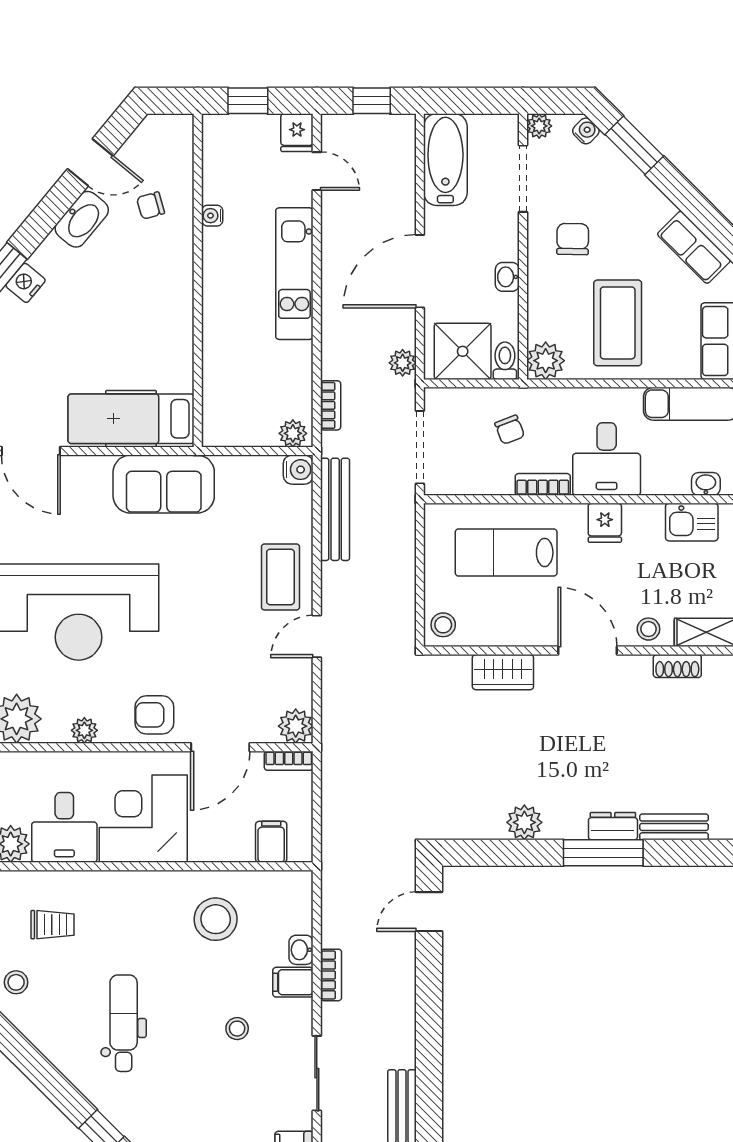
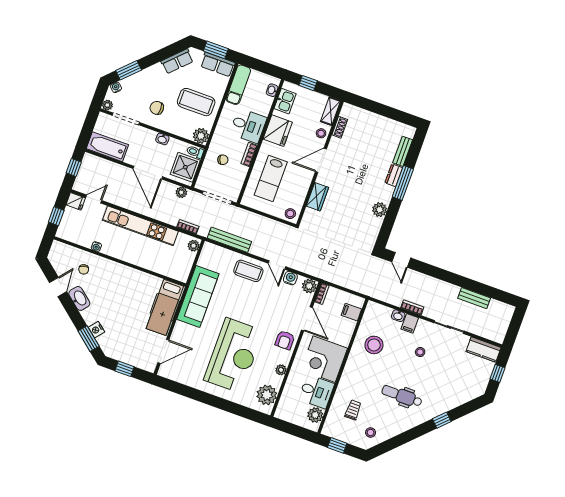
kitchen unit: (294, 274) -> (140, 226), width x1.36
water cooler: (298, 470) -> (290, 278), moved
sofa: (164, 484) -> (198, 297), width x1.36
fridge: (605, 523) -> (278, 131), width x1.88, depth x1.34

